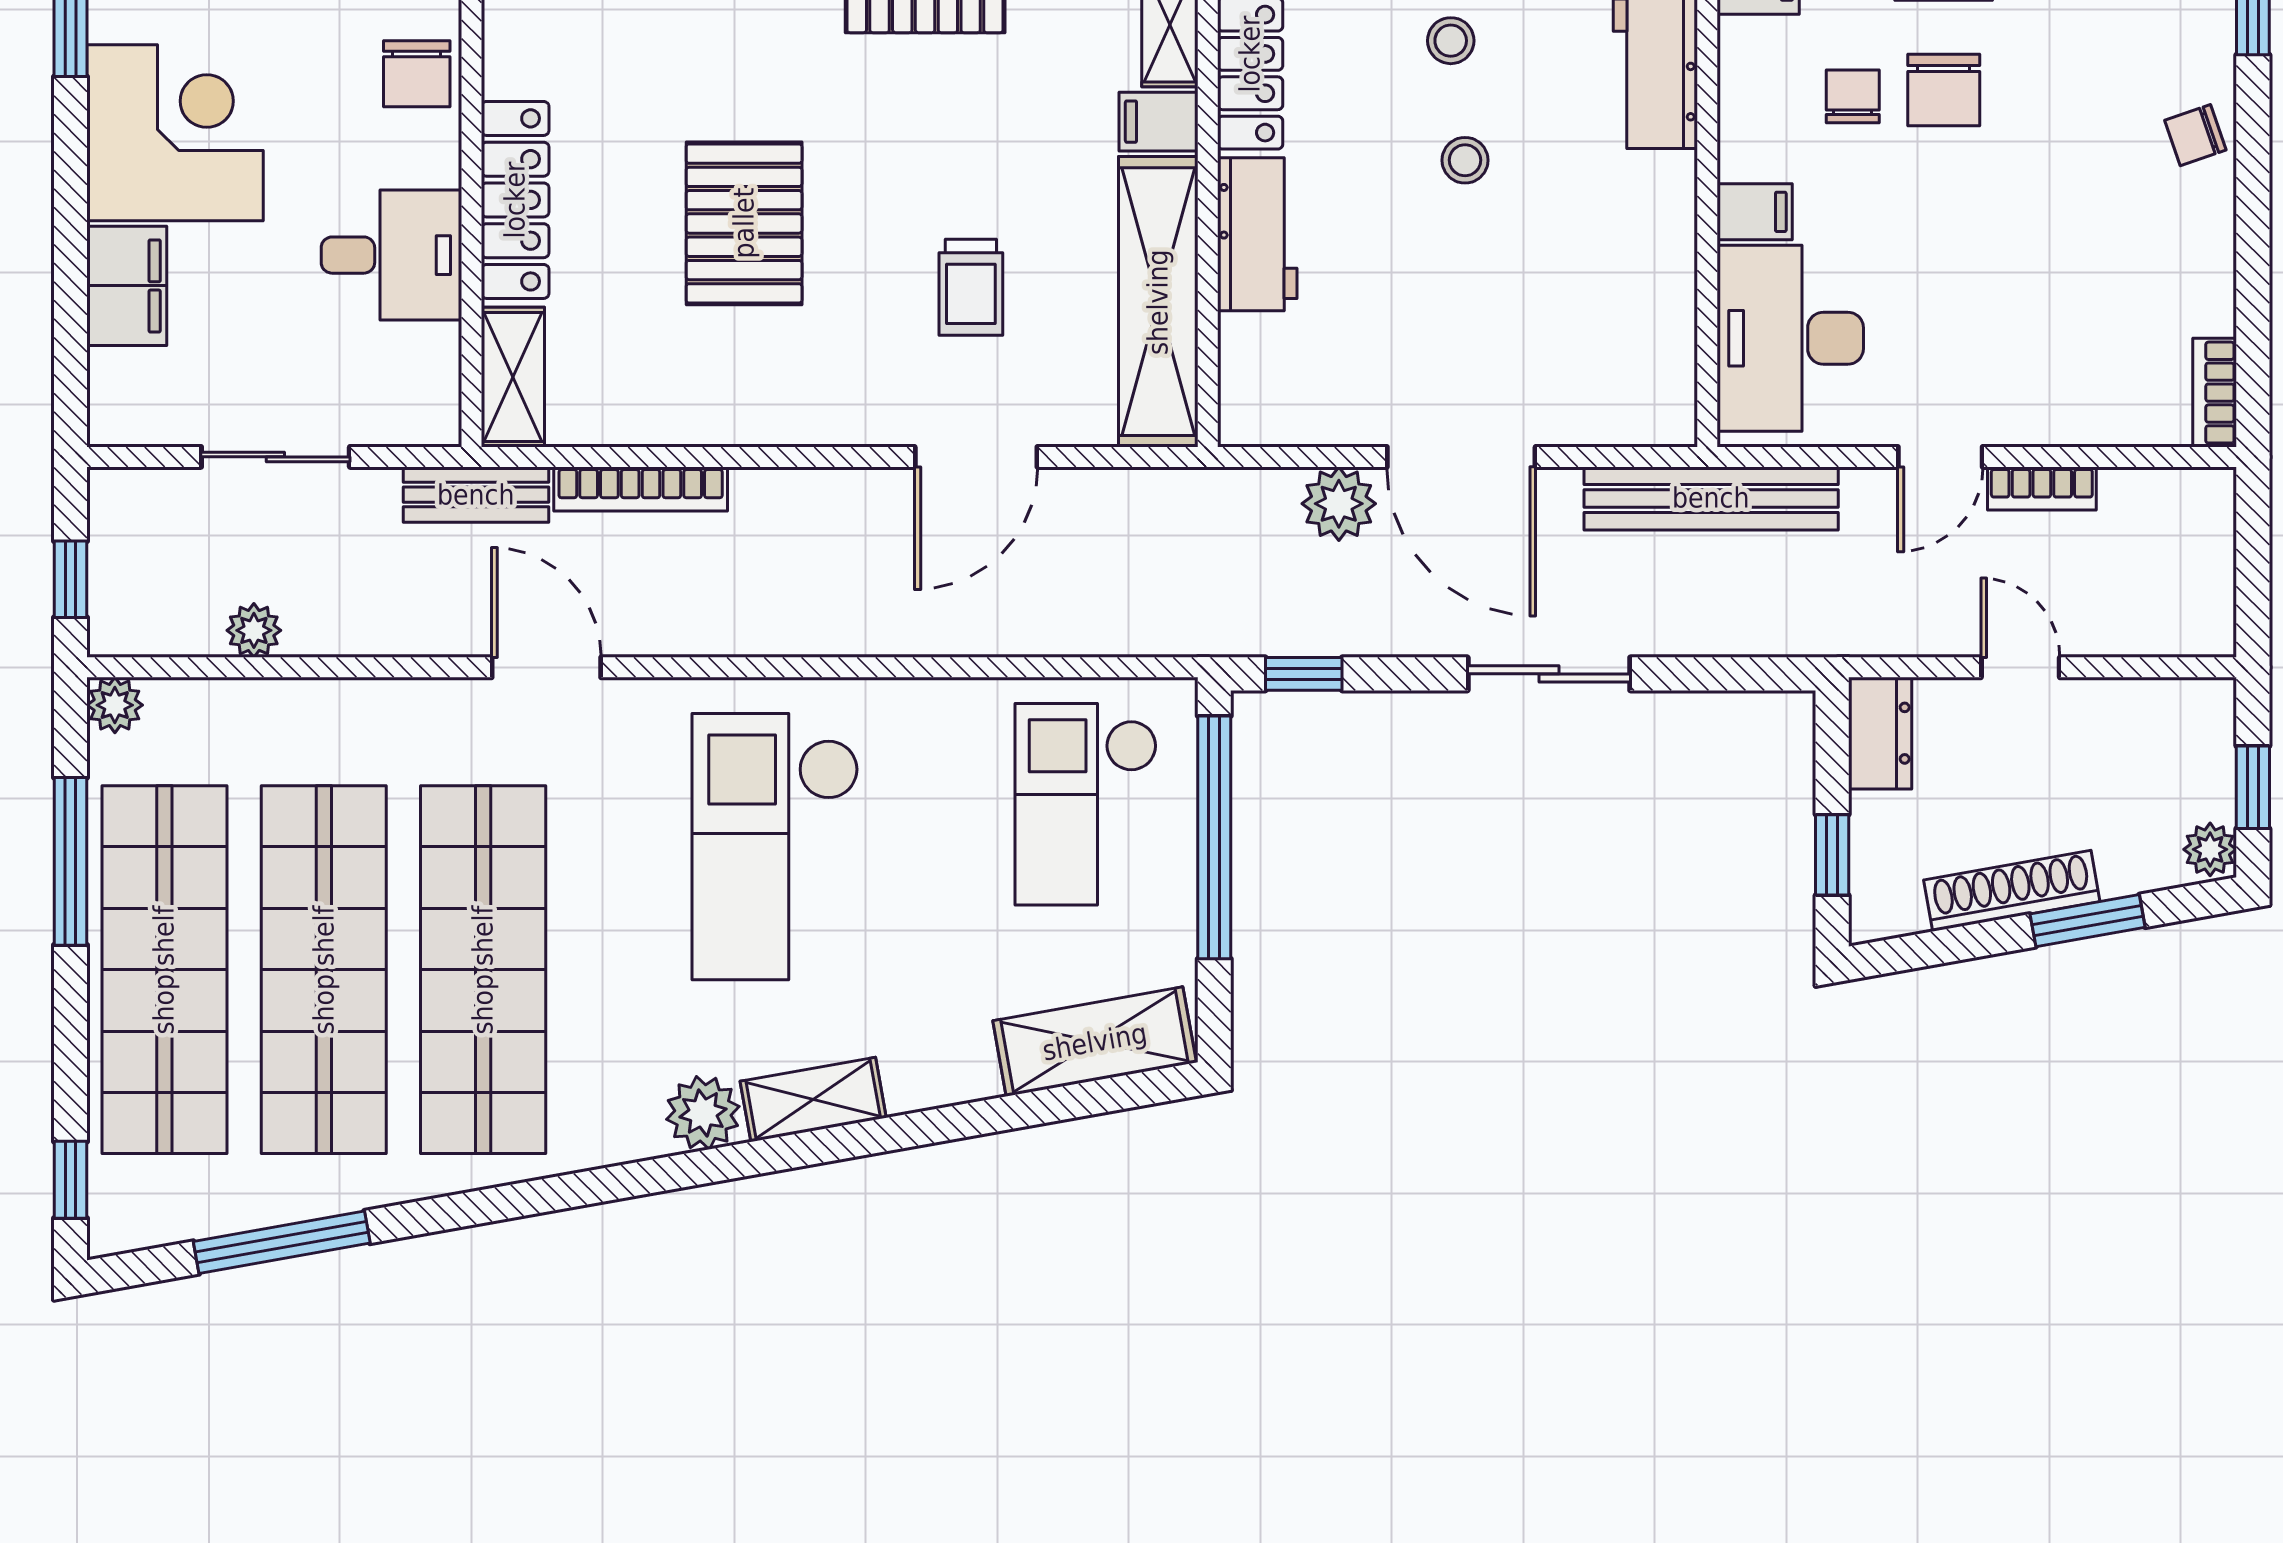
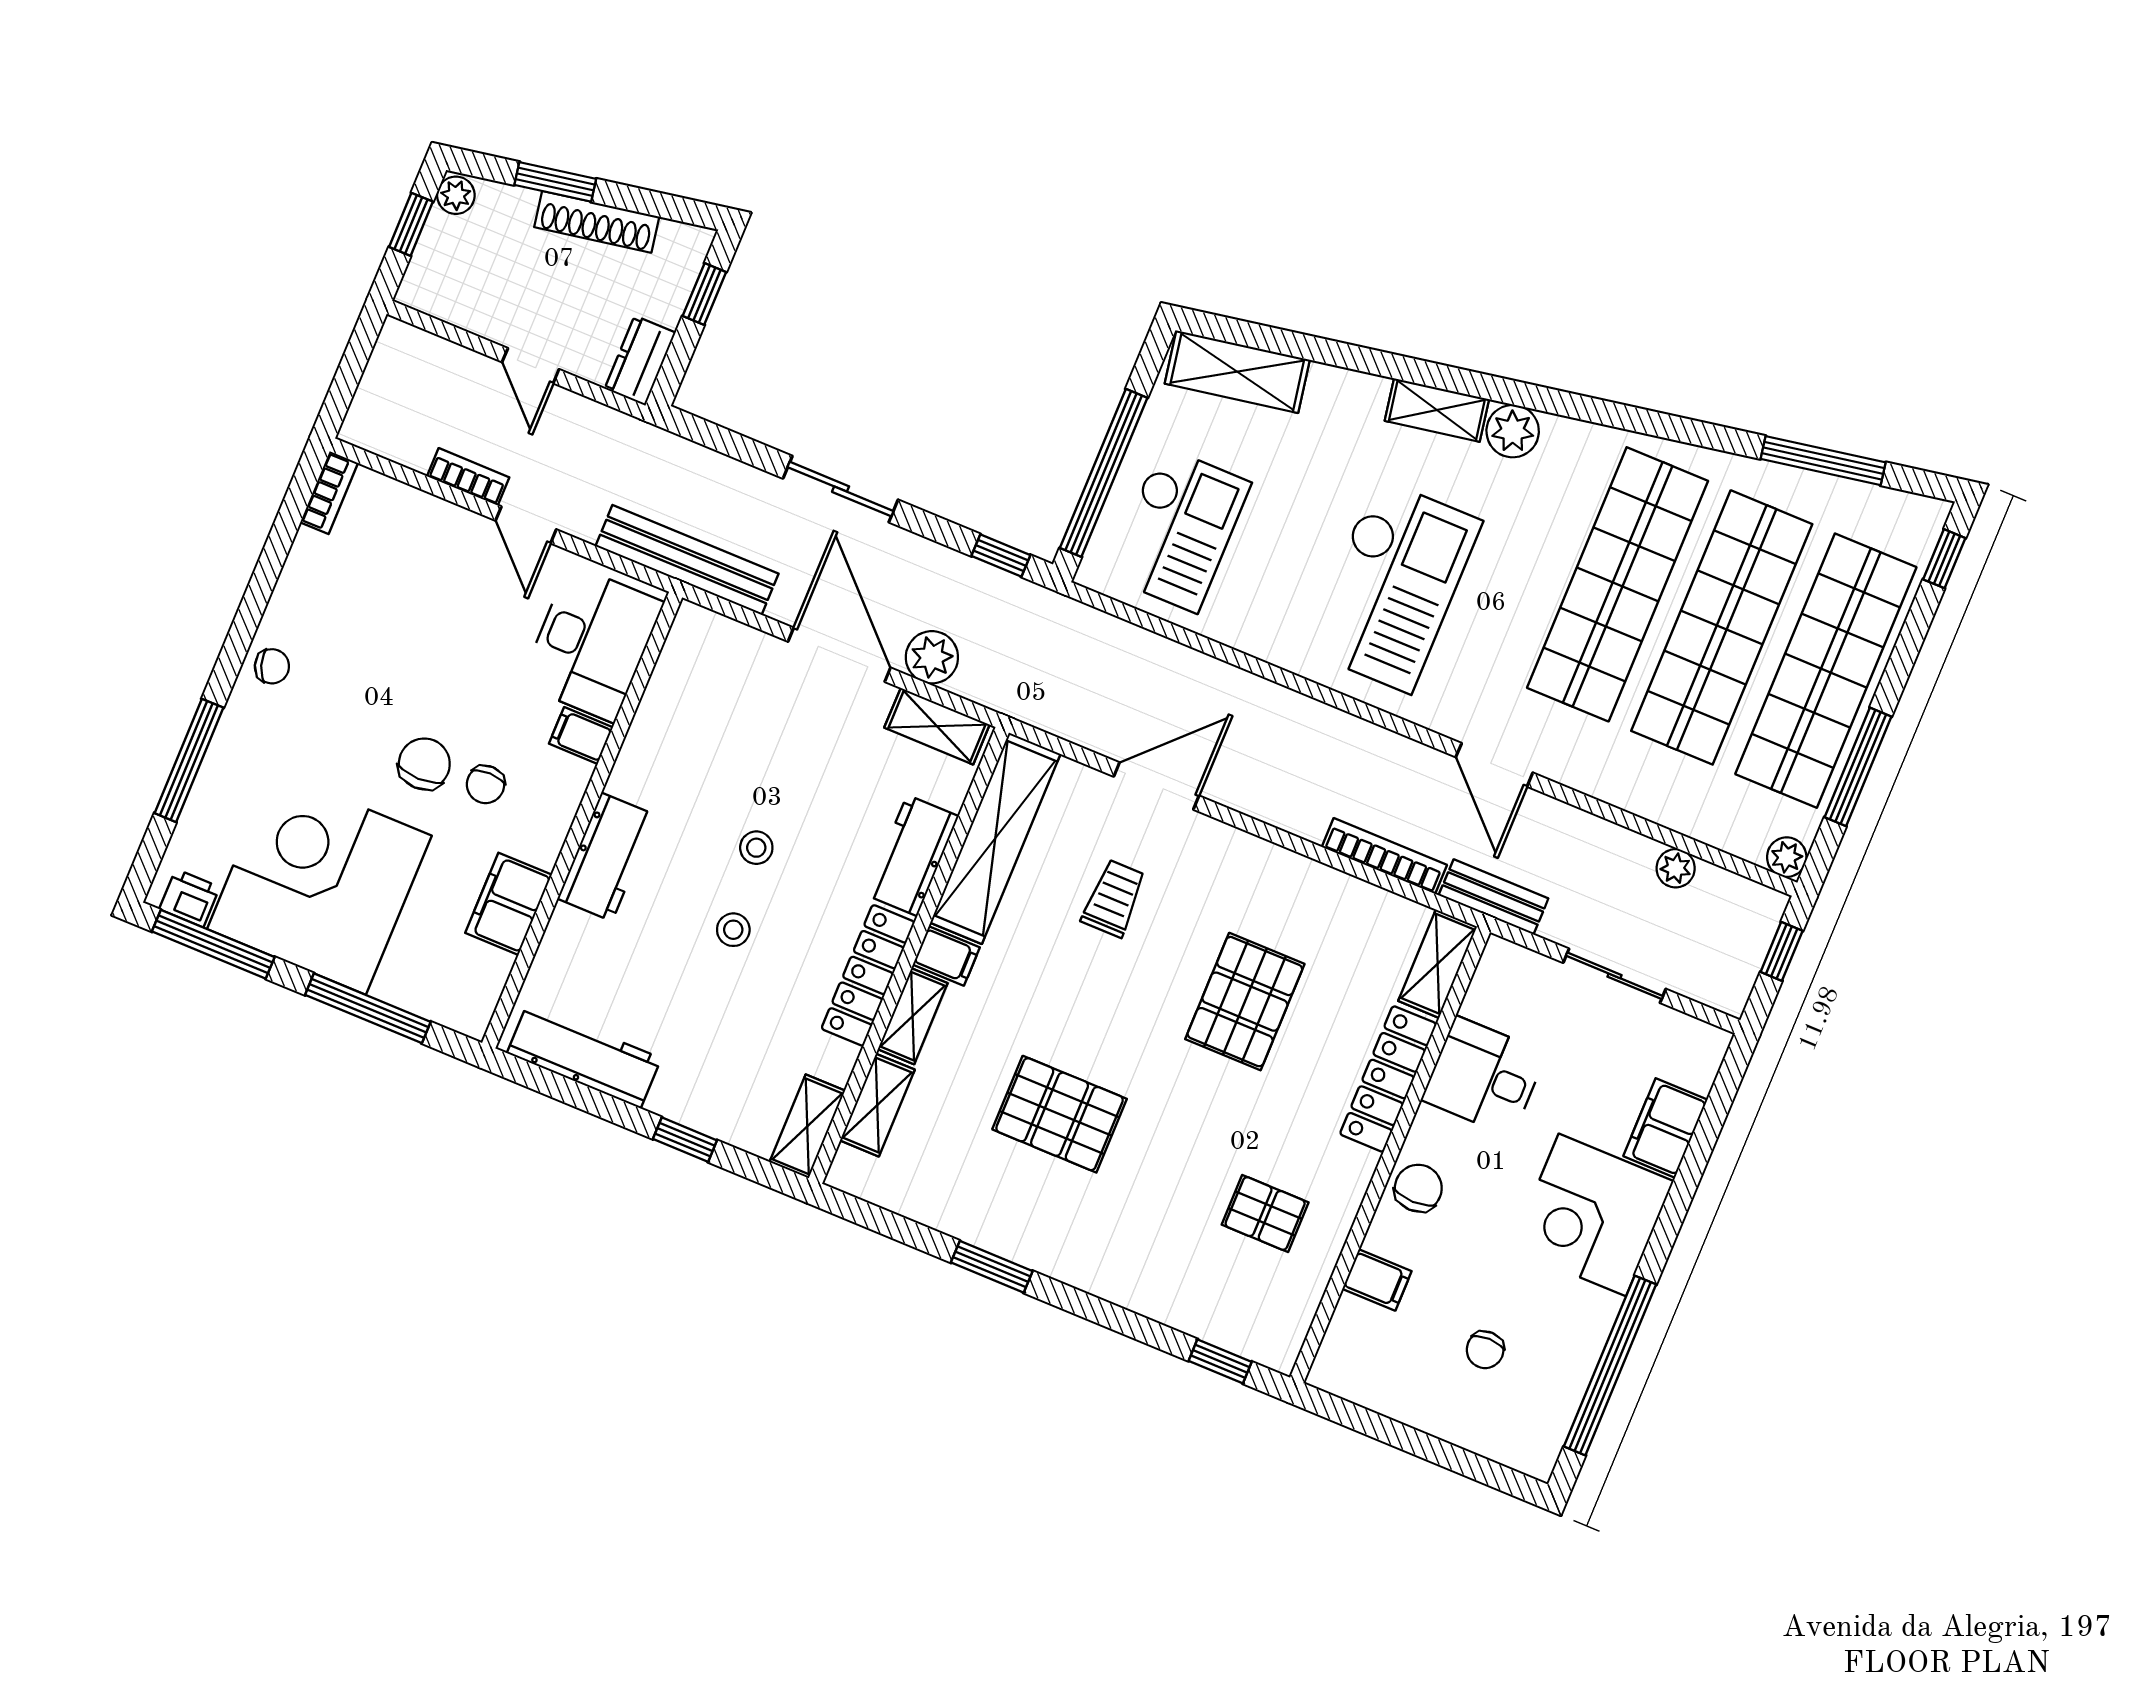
shelving: (1295, 417) -> (937, 726), added
door: (1940, 457) -> (526, 525), swing flipped

